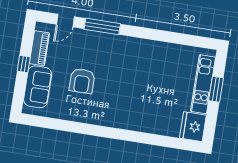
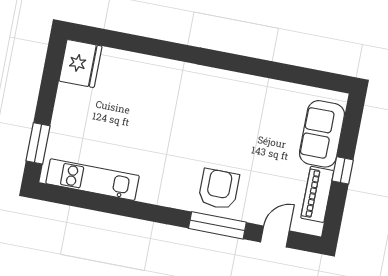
armchair: (82, 81) -> (219, 189), moved
kitchen unit: (203, 84) -> (92, 180), moved, turned -90
window: (216, 89) -> (38, 143), moved

